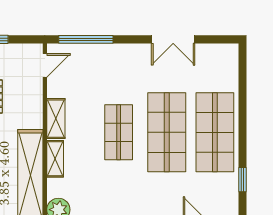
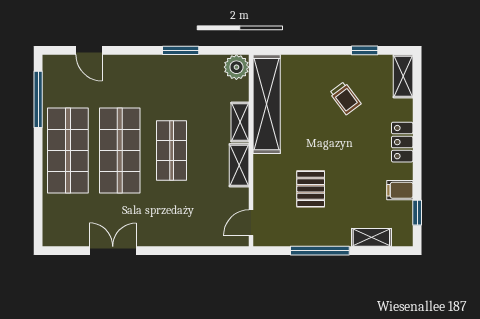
window: (86, 39) -> (207, 251), removed
window: (243, 180) -> (38, 99), width x2.17

